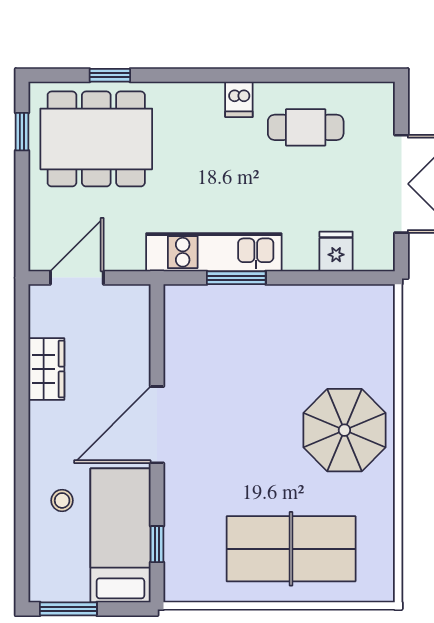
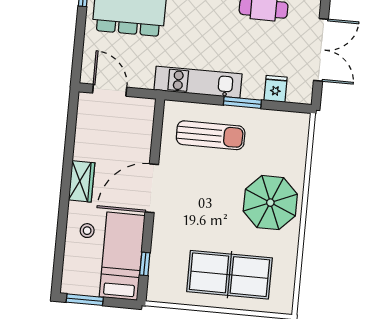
door: (77, 278) -> (110, 90), hinge flipped
window: (236, 278) -> (242, 103), moved
sun lounger: (241, 333) -> (211, 135), added
wardrobe: (46, 369) -> (82, 181), moved

